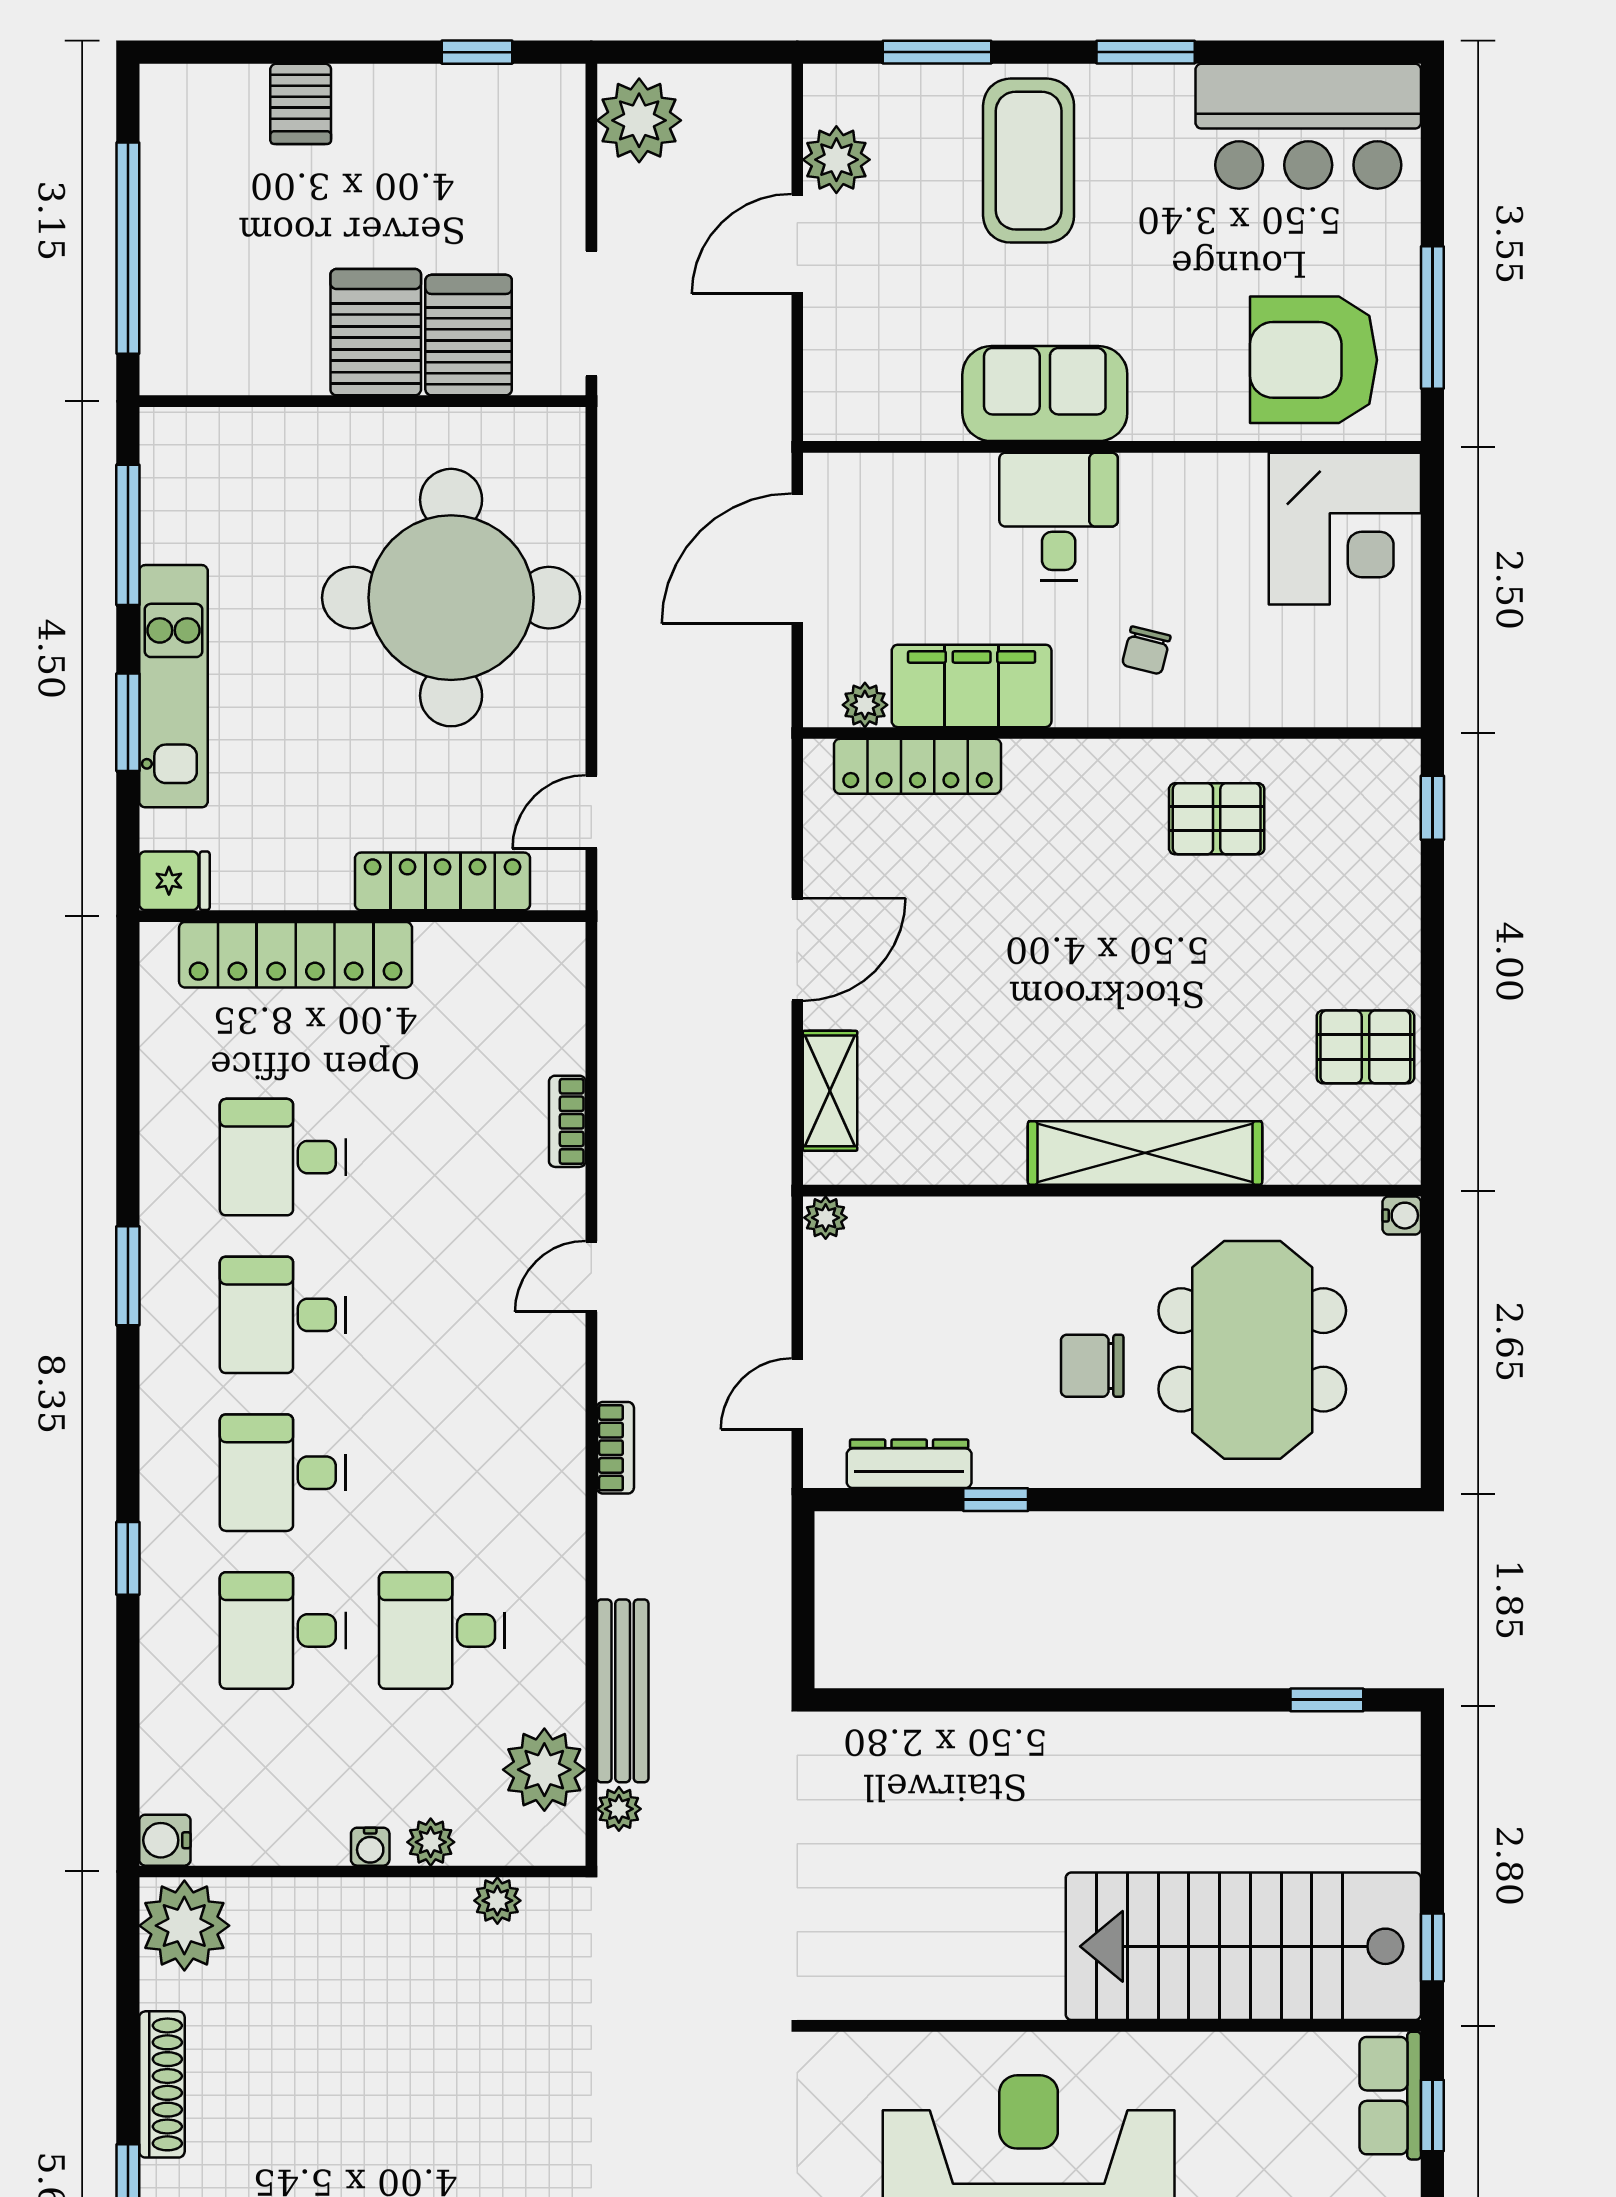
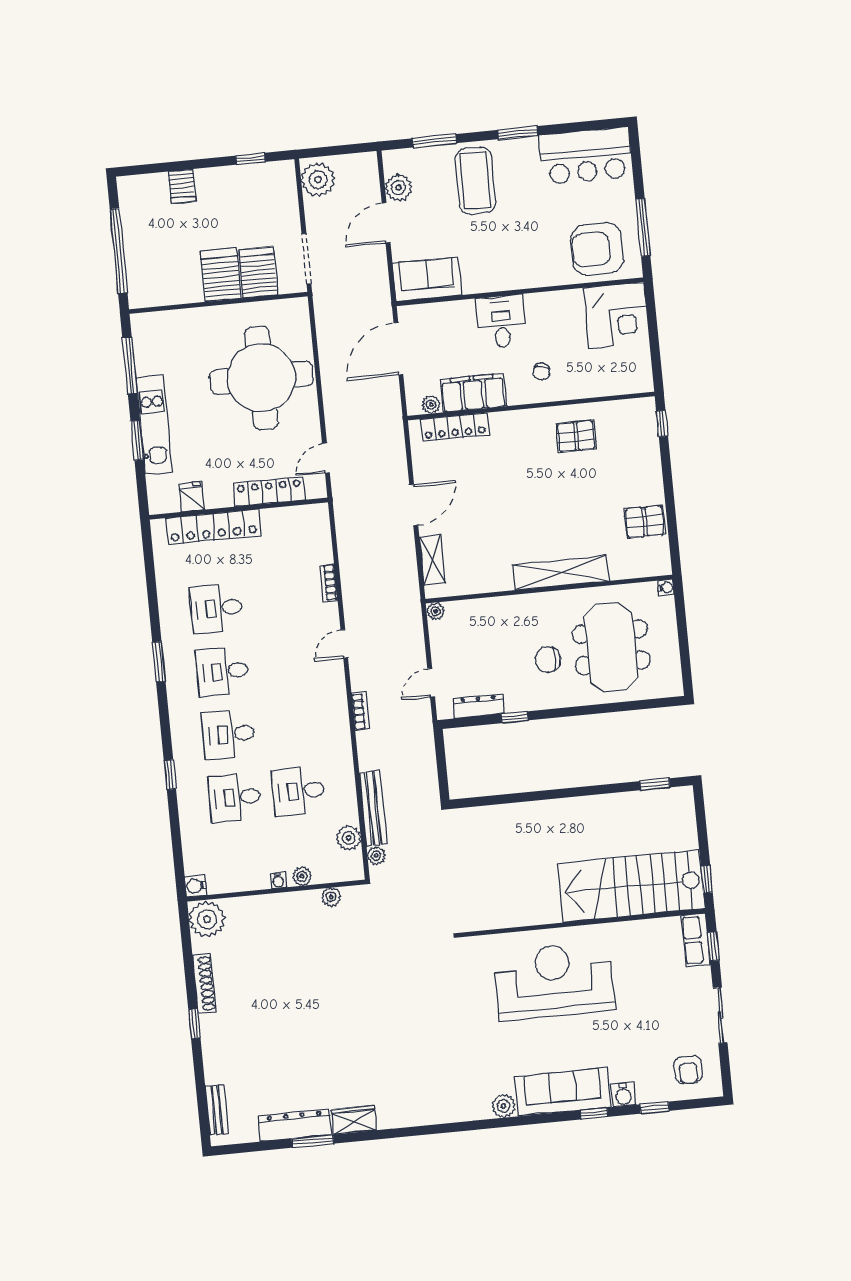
sofa: (1045, 394) -> (427, 279), moved
fridge: (174, 881) -> (192, 497), moved, turned -90
plant: (544, 1770) -> (349, 838), width x0.73, depth x0.73

